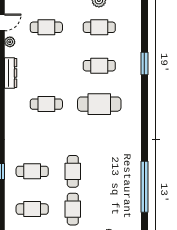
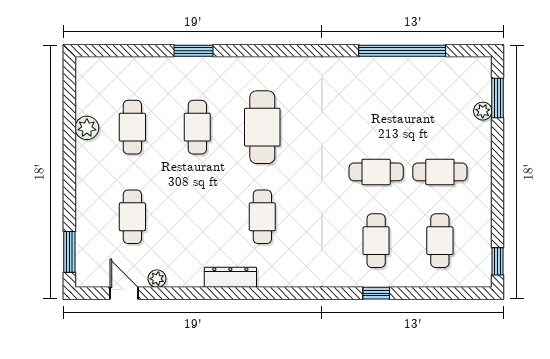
dresser: (11, 73) -> (230, 277), moved

